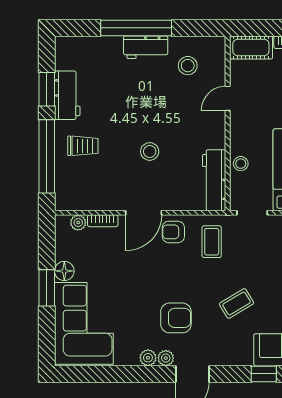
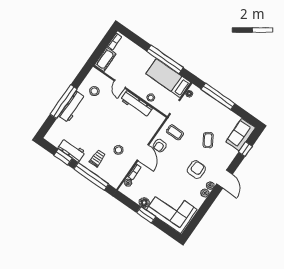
workbench: (146, 47) -> (72, 107), width x1.38
stool: (150, 151) -> (119, 150), moved
workbench: (214, 180) -> (136, 104), moved

